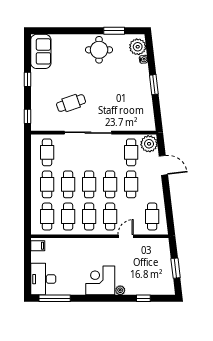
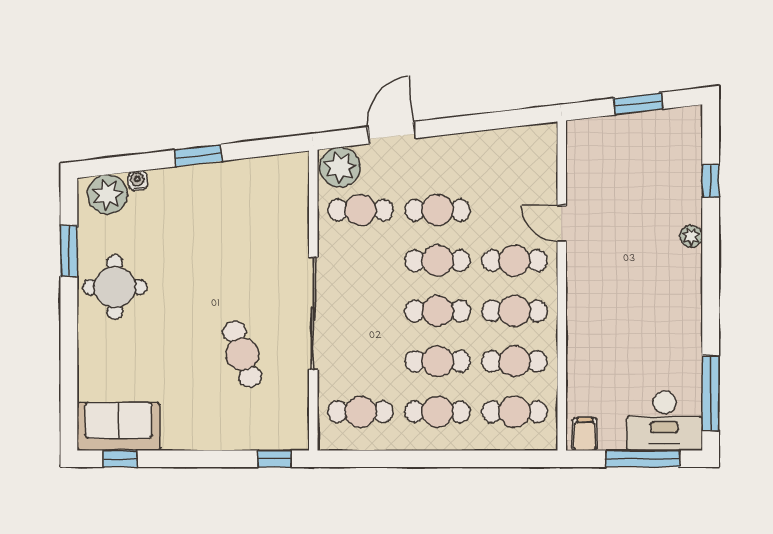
window: (27, 79) -> (120, 459), moved
cafe table: (152, 217) -> (515, 160), removed
window: (27, 270) -> (643, 459), added
corner desk: (100, 280) -> (668, 284), removed

